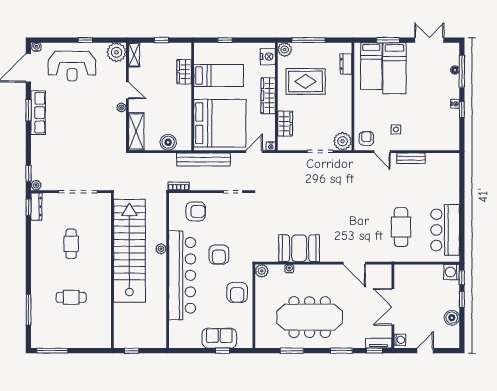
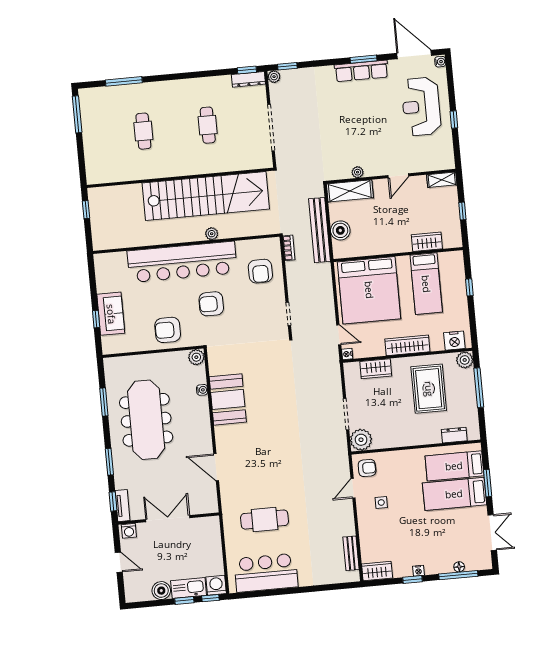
plant: (116, 52) -> (443, 158), removed
plant: (121, 108) -> (358, 172), moved
wardrobe: (452, 138) -> (377, 571), added
bench: (411, 158) -> (351, 553), moved
bench: (203, 159) -> (320, 230), moved
cafe table: (71, 244) -> (208, 125), turned 90
door: (354, 263) -> (216, 467), hinge flipped
kitchen sink: (452, 295) -> (189, 588), added

